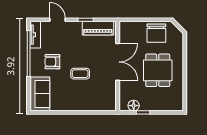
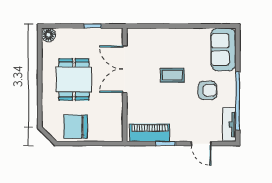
chair: (156, 33) -> (76, 127), turned -90
double door: (118, 62) -> (125, 69), moved
floor lamp: (134, 106) -> (48, 35), moved

